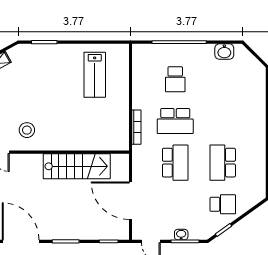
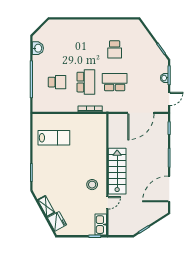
school desk: (223, 163) -> (115, 49), width x0.54
stairs: (77, 166) -> (117, 171), moved
school desk: (223, 204) -> (143, 49), removed

